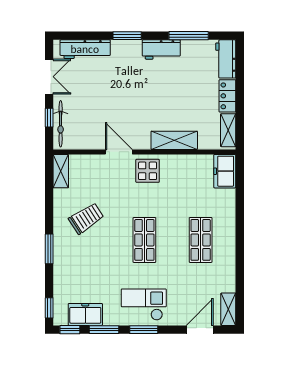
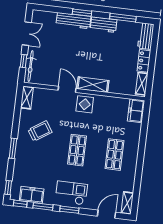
workbench: (85, 49) -> (73, 21), moved
shelving: (174, 140) -> (93, 85), moved

